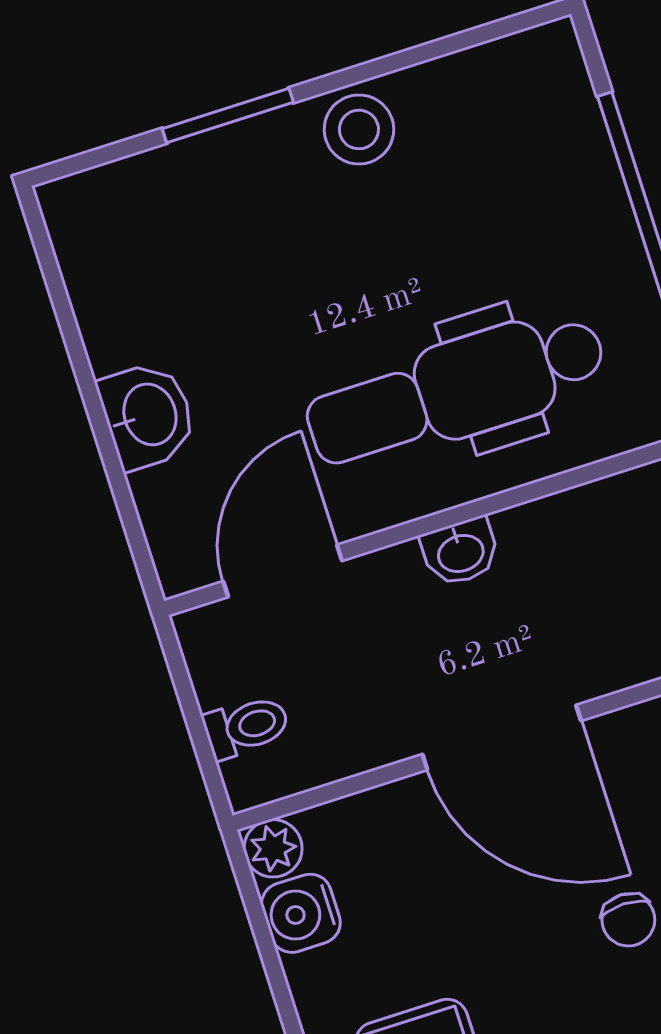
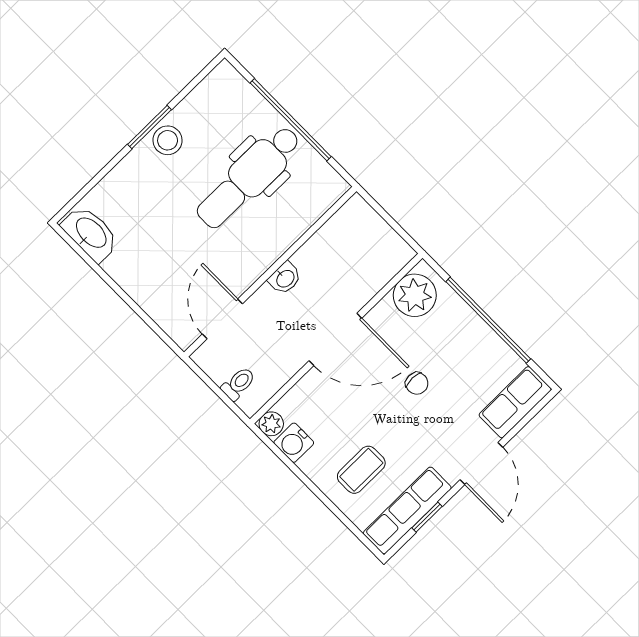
window: (228, 116) -> (149, 127), moved
dental chair: (456, 390) -> (249, 177), moved
washbasin: (148, 415) -> (91, 233), moved, width x1.38

